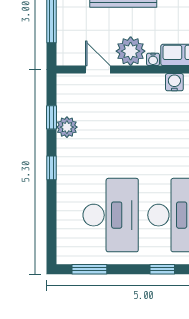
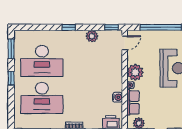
door: (98, 70) -> (125, 43), moved
window: (51, 117) -> (112, 27), moved
window: (162, 269) -> (11, 78), moved

